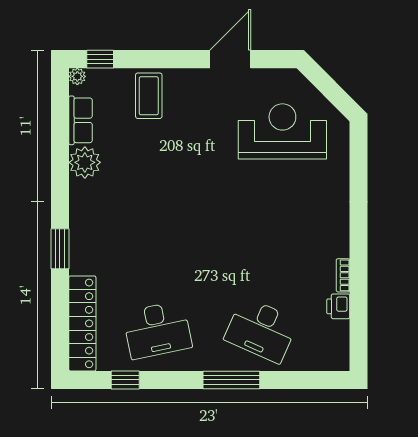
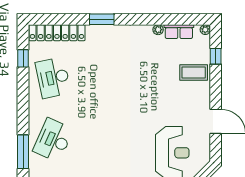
window: (100, 59) -> (216, 56), moved
plant: (85, 162) -> (158, 30), width x0.53, depth x0.53
window: (231, 380) -> (23, 152), moved

